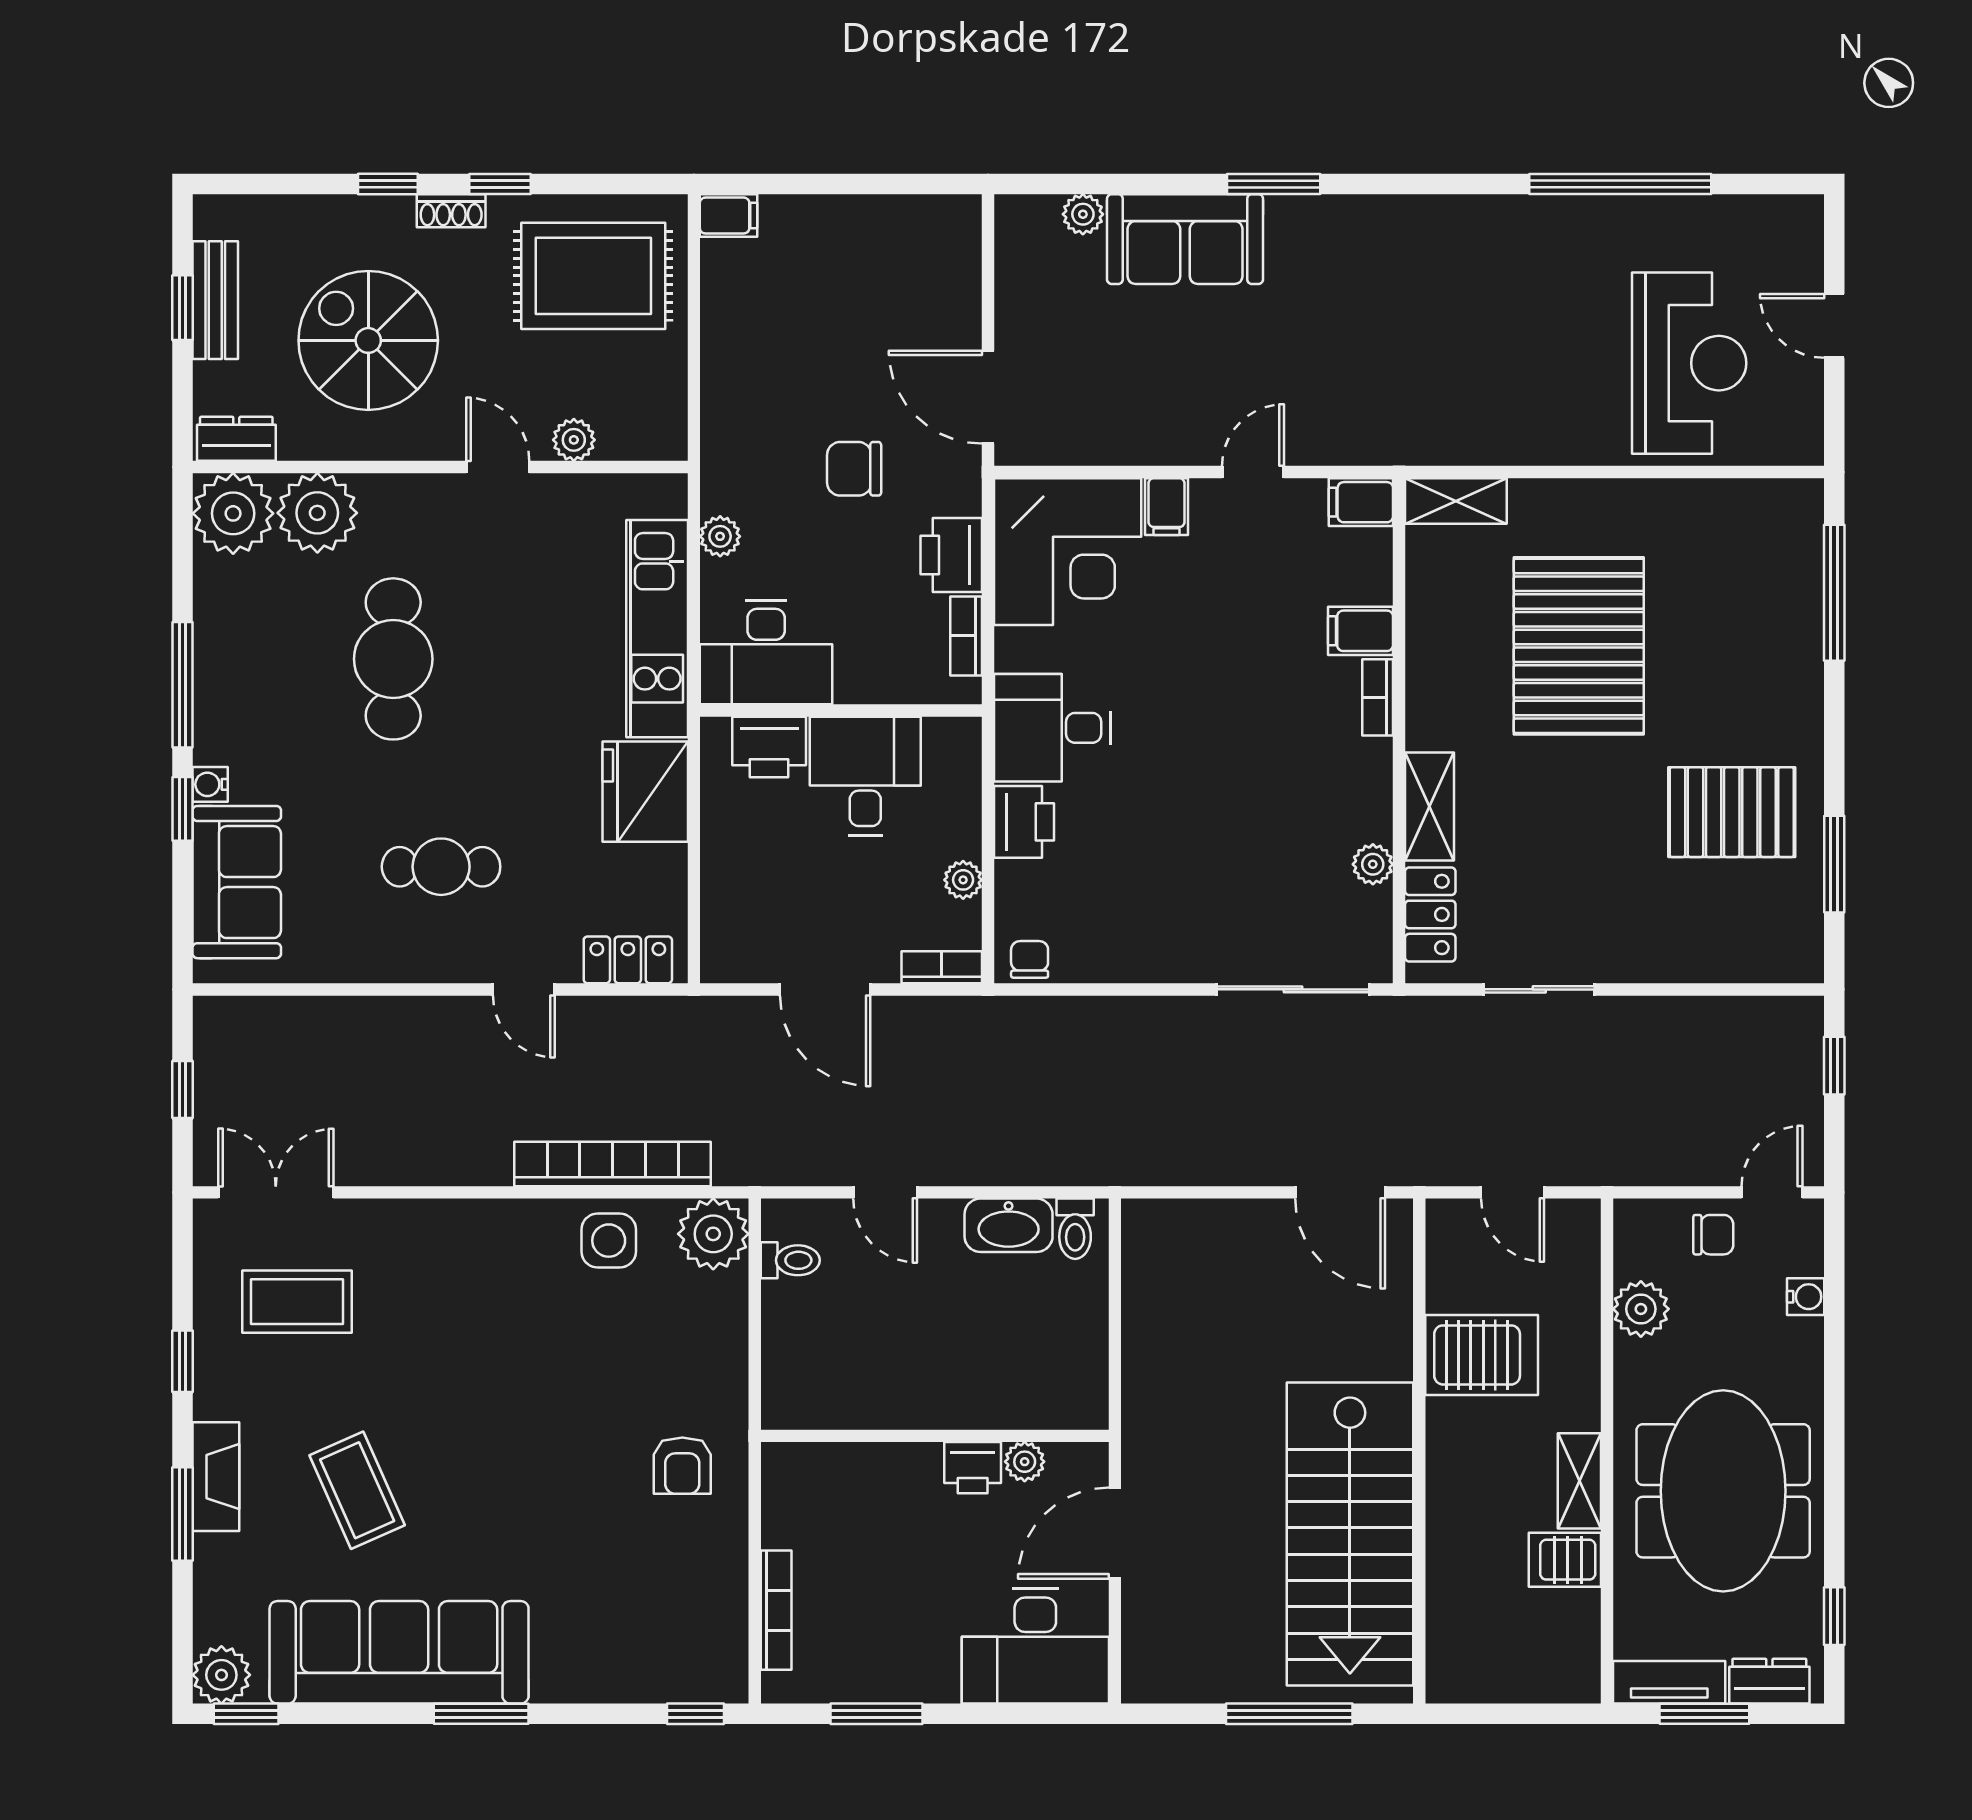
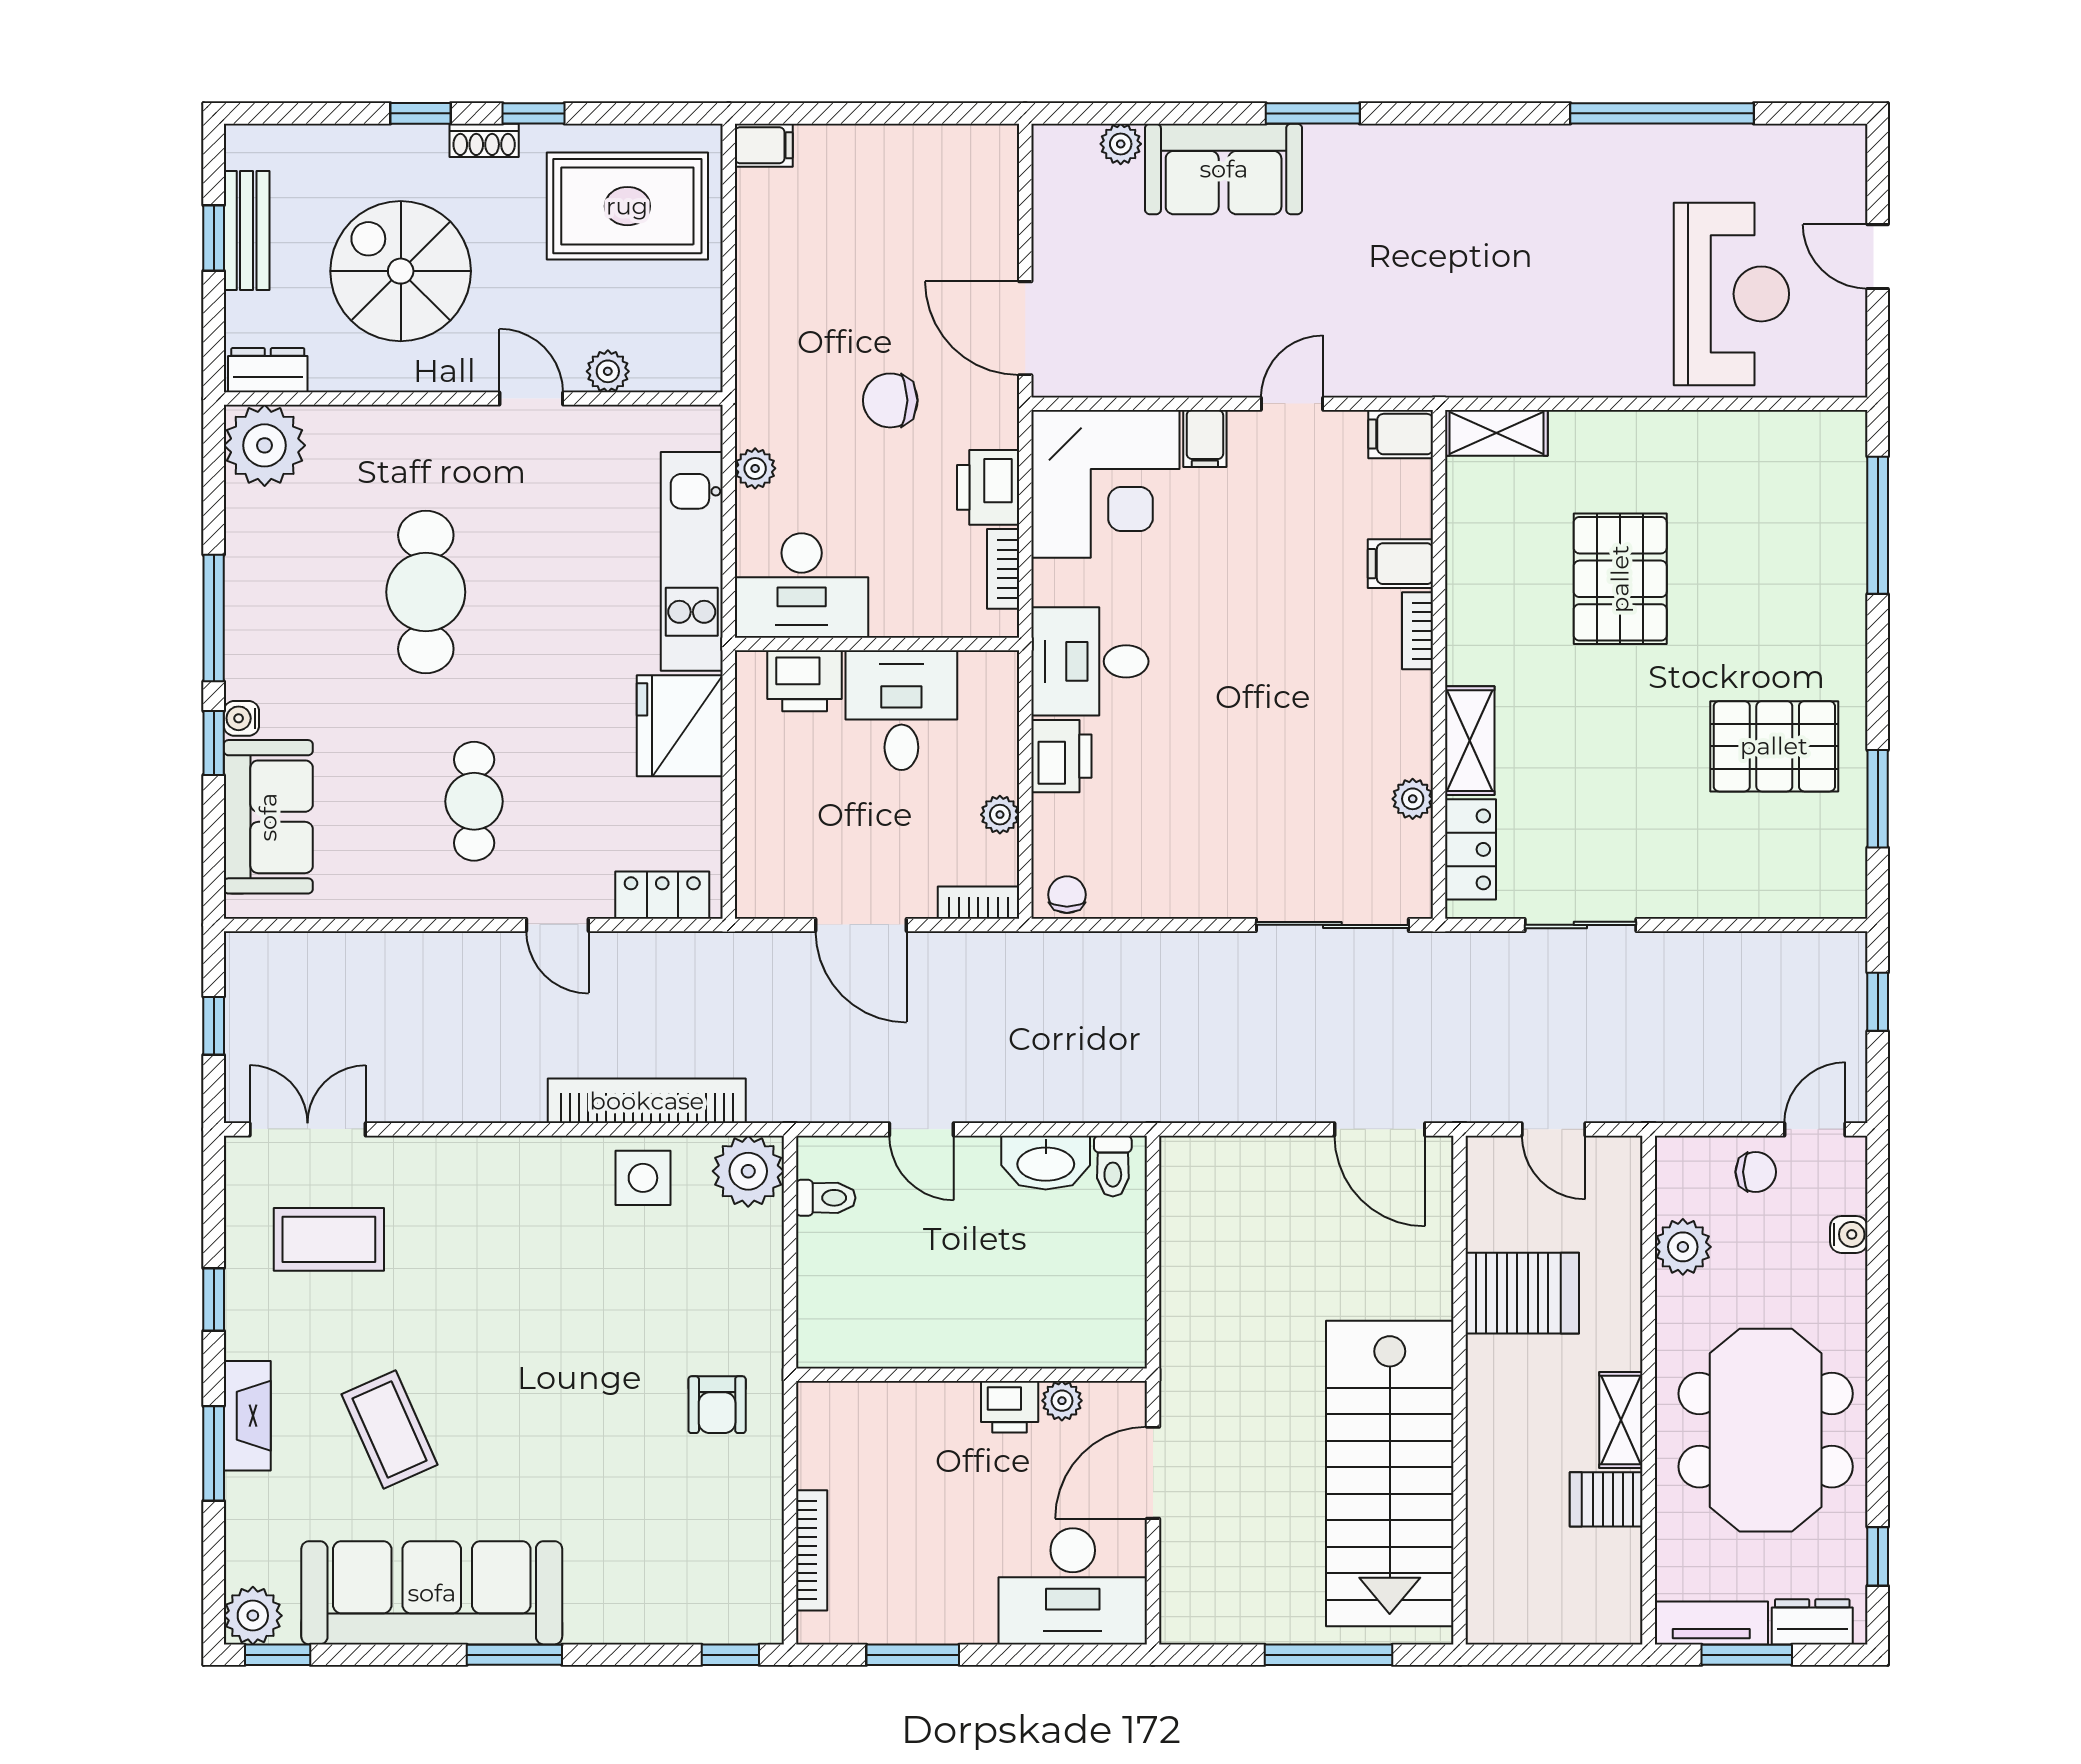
plant: (317, 513) -> (349, 445), removed
pallet: (1579, 646) -> (1620, 579), width x0.73, depth x0.71
cafe table: (441, 867) -> (474, 801), turned 90

